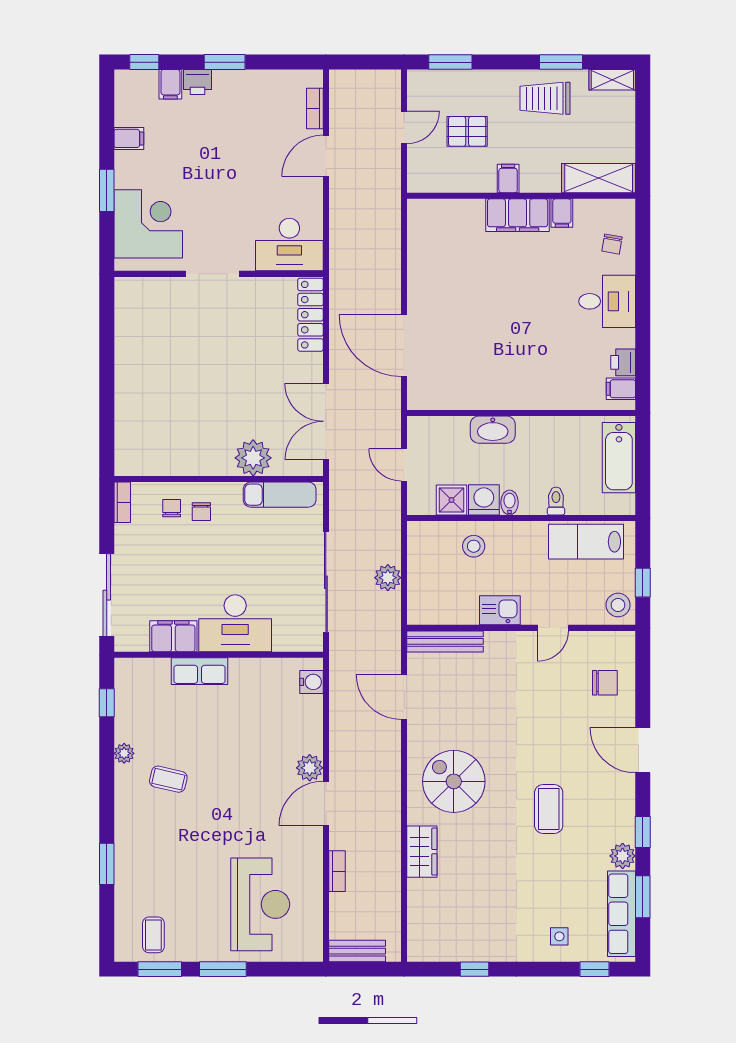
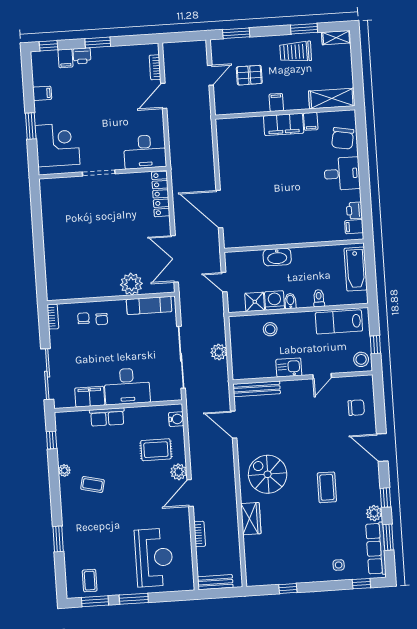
chair: (612, 244) -> (343, 138), width x1.87, depth x1.87
rug: (275, 730) -> (156, 450), added

